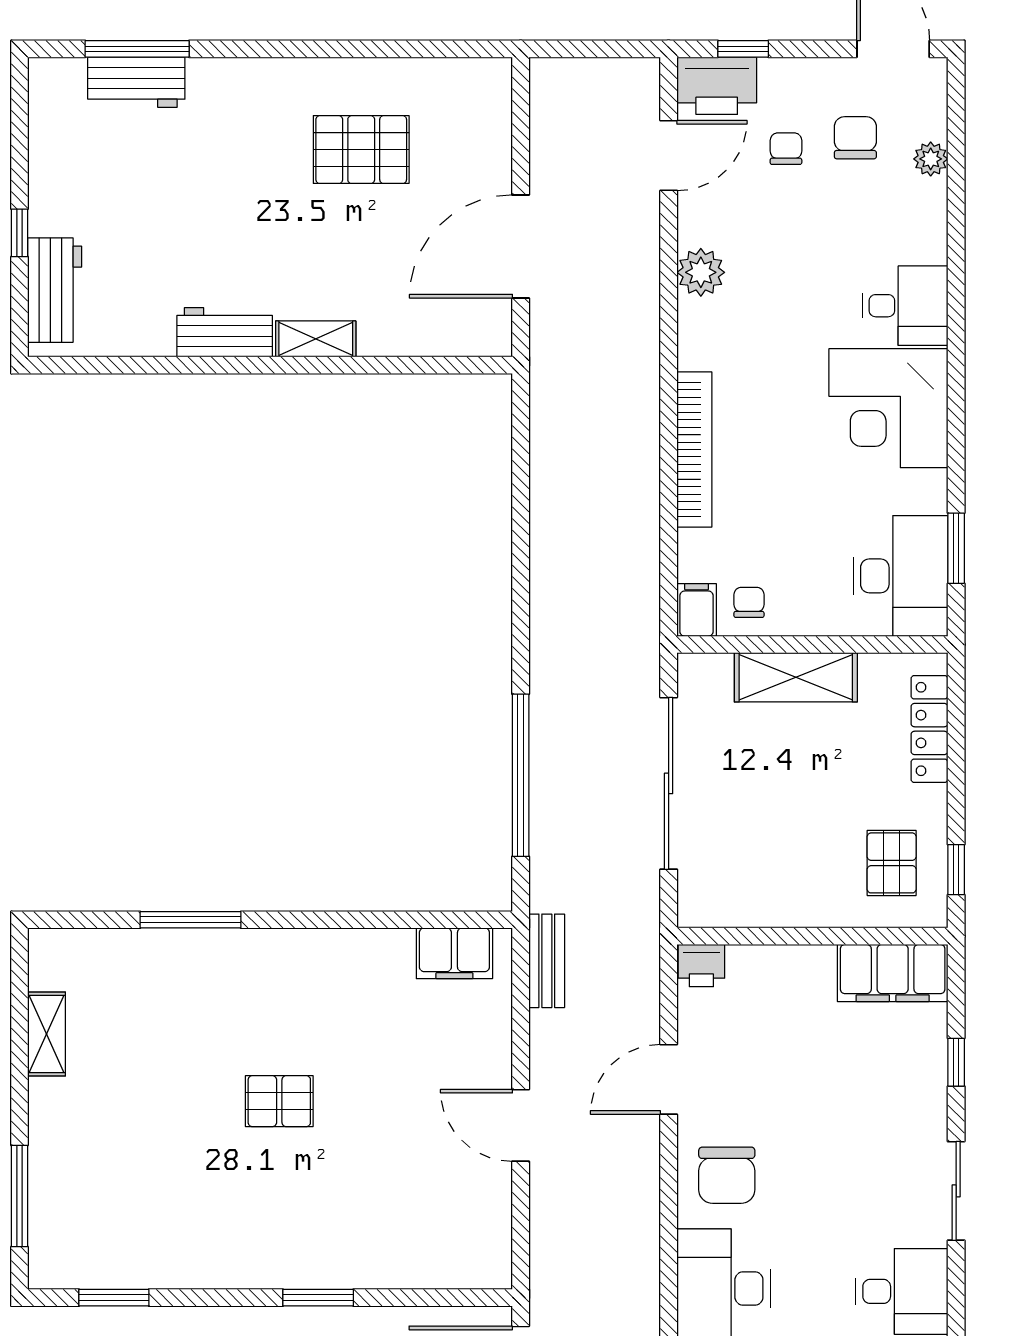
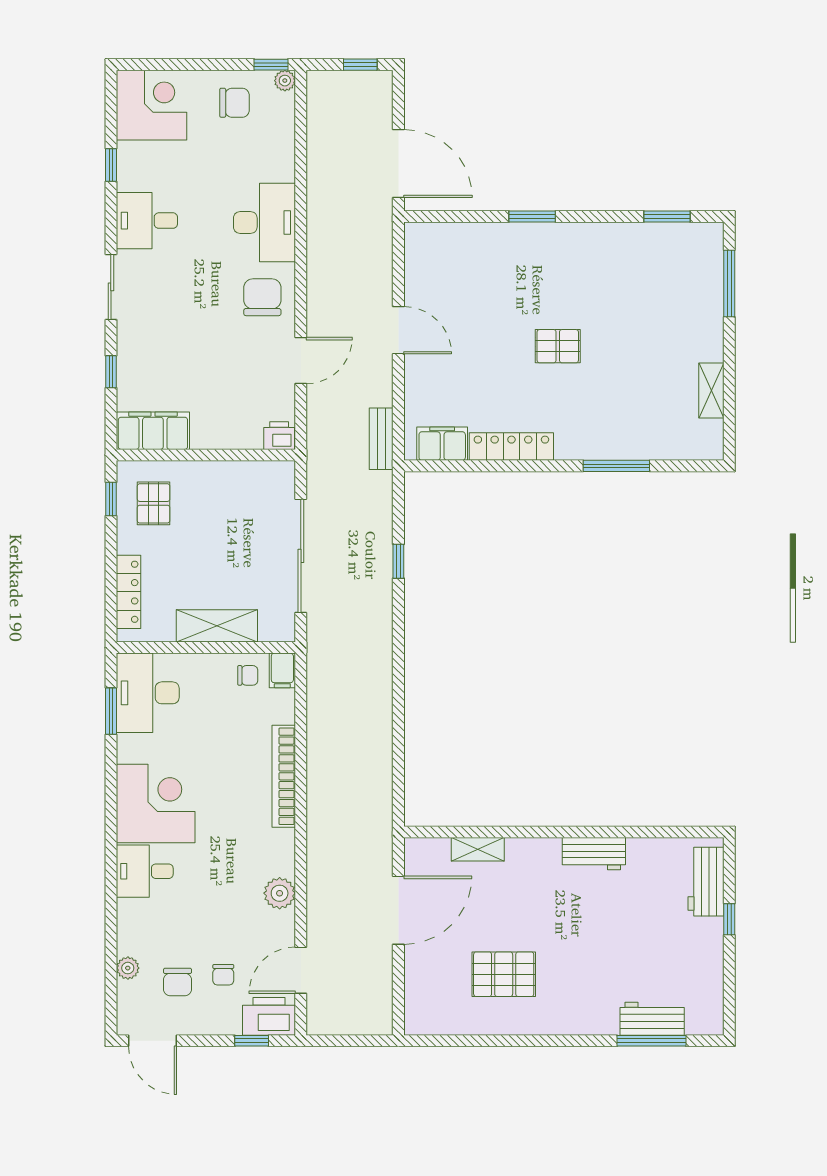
shelving: (316, 339) -> (478, 849), moved
chair: (749, 602) -> (248, 675), turned -90
window: (521, 775) -> (398, 561), width x0.32
locker: (349, 949) -> (511, 447), added

